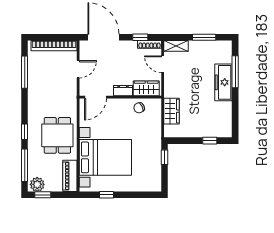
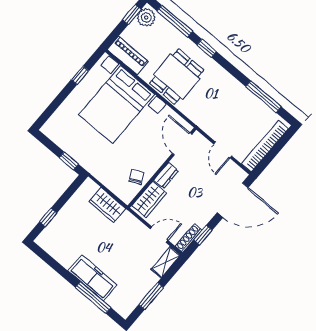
dining table: (57, 135) -> (177, 77), turned 90

